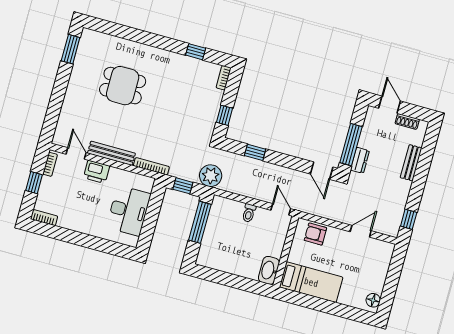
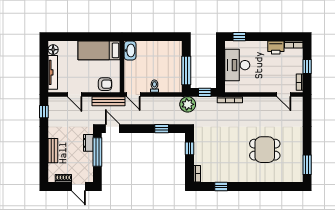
bench: (111, 153) -> (108, 101), moved
printer: (97, 172) -> (276, 48), moved, turned 180
door: (361, 231) -> (75, 94), hinge flipped
window: (115, 249) -> (239, 37), added
tv unit: (382, 269) -> (53, 72), added

